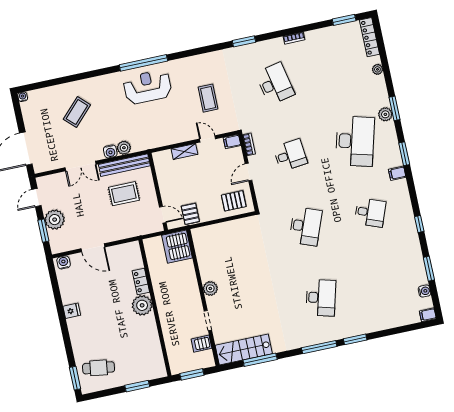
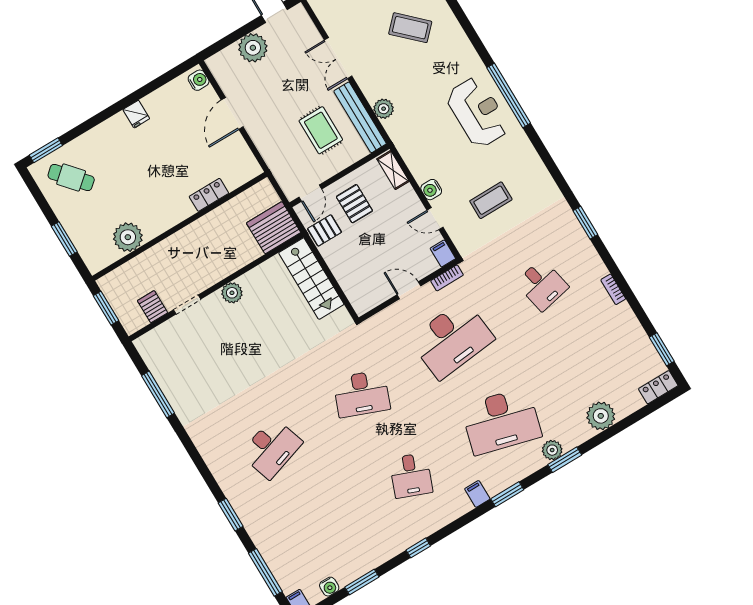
locker: (369, 37) -> (658, 387), width x0.66
plant: (377, 69) -> (601, 416), width x1.88, depth x1.88
desk: (275, 84) -> (542, 285), width x0.73
door: (208, 139) -> (435, 219), swing flipped
water cooler: (110, 151) -> (431, 190), moved
shelving: (184, 152) -> (393, 170), moved
desk: (290, 155) -> (452, 339), width x1.87, depth x1.30
pallet: (234, 201) -> (354, 204), moved
window: (43, 231) -> (233, 38), removed
desk: (321, 298) -> (271, 448), turned -33
plant: (142, 305) -> (128, 237), moved
window: (319, 347) -> (265, 572), moved
stairs: (244, 349) -> (311, 279), moved, turned 180
cafe table: (99, 368) -> (71, 178), turned -49

